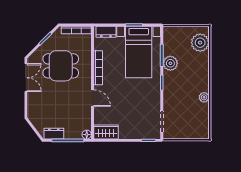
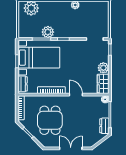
double door: (26, 78) -> (71, 148), moved
door: (92, 98) -> (76, 95), hinge flipped
plant: (126, 132) -> (103, 68), added

